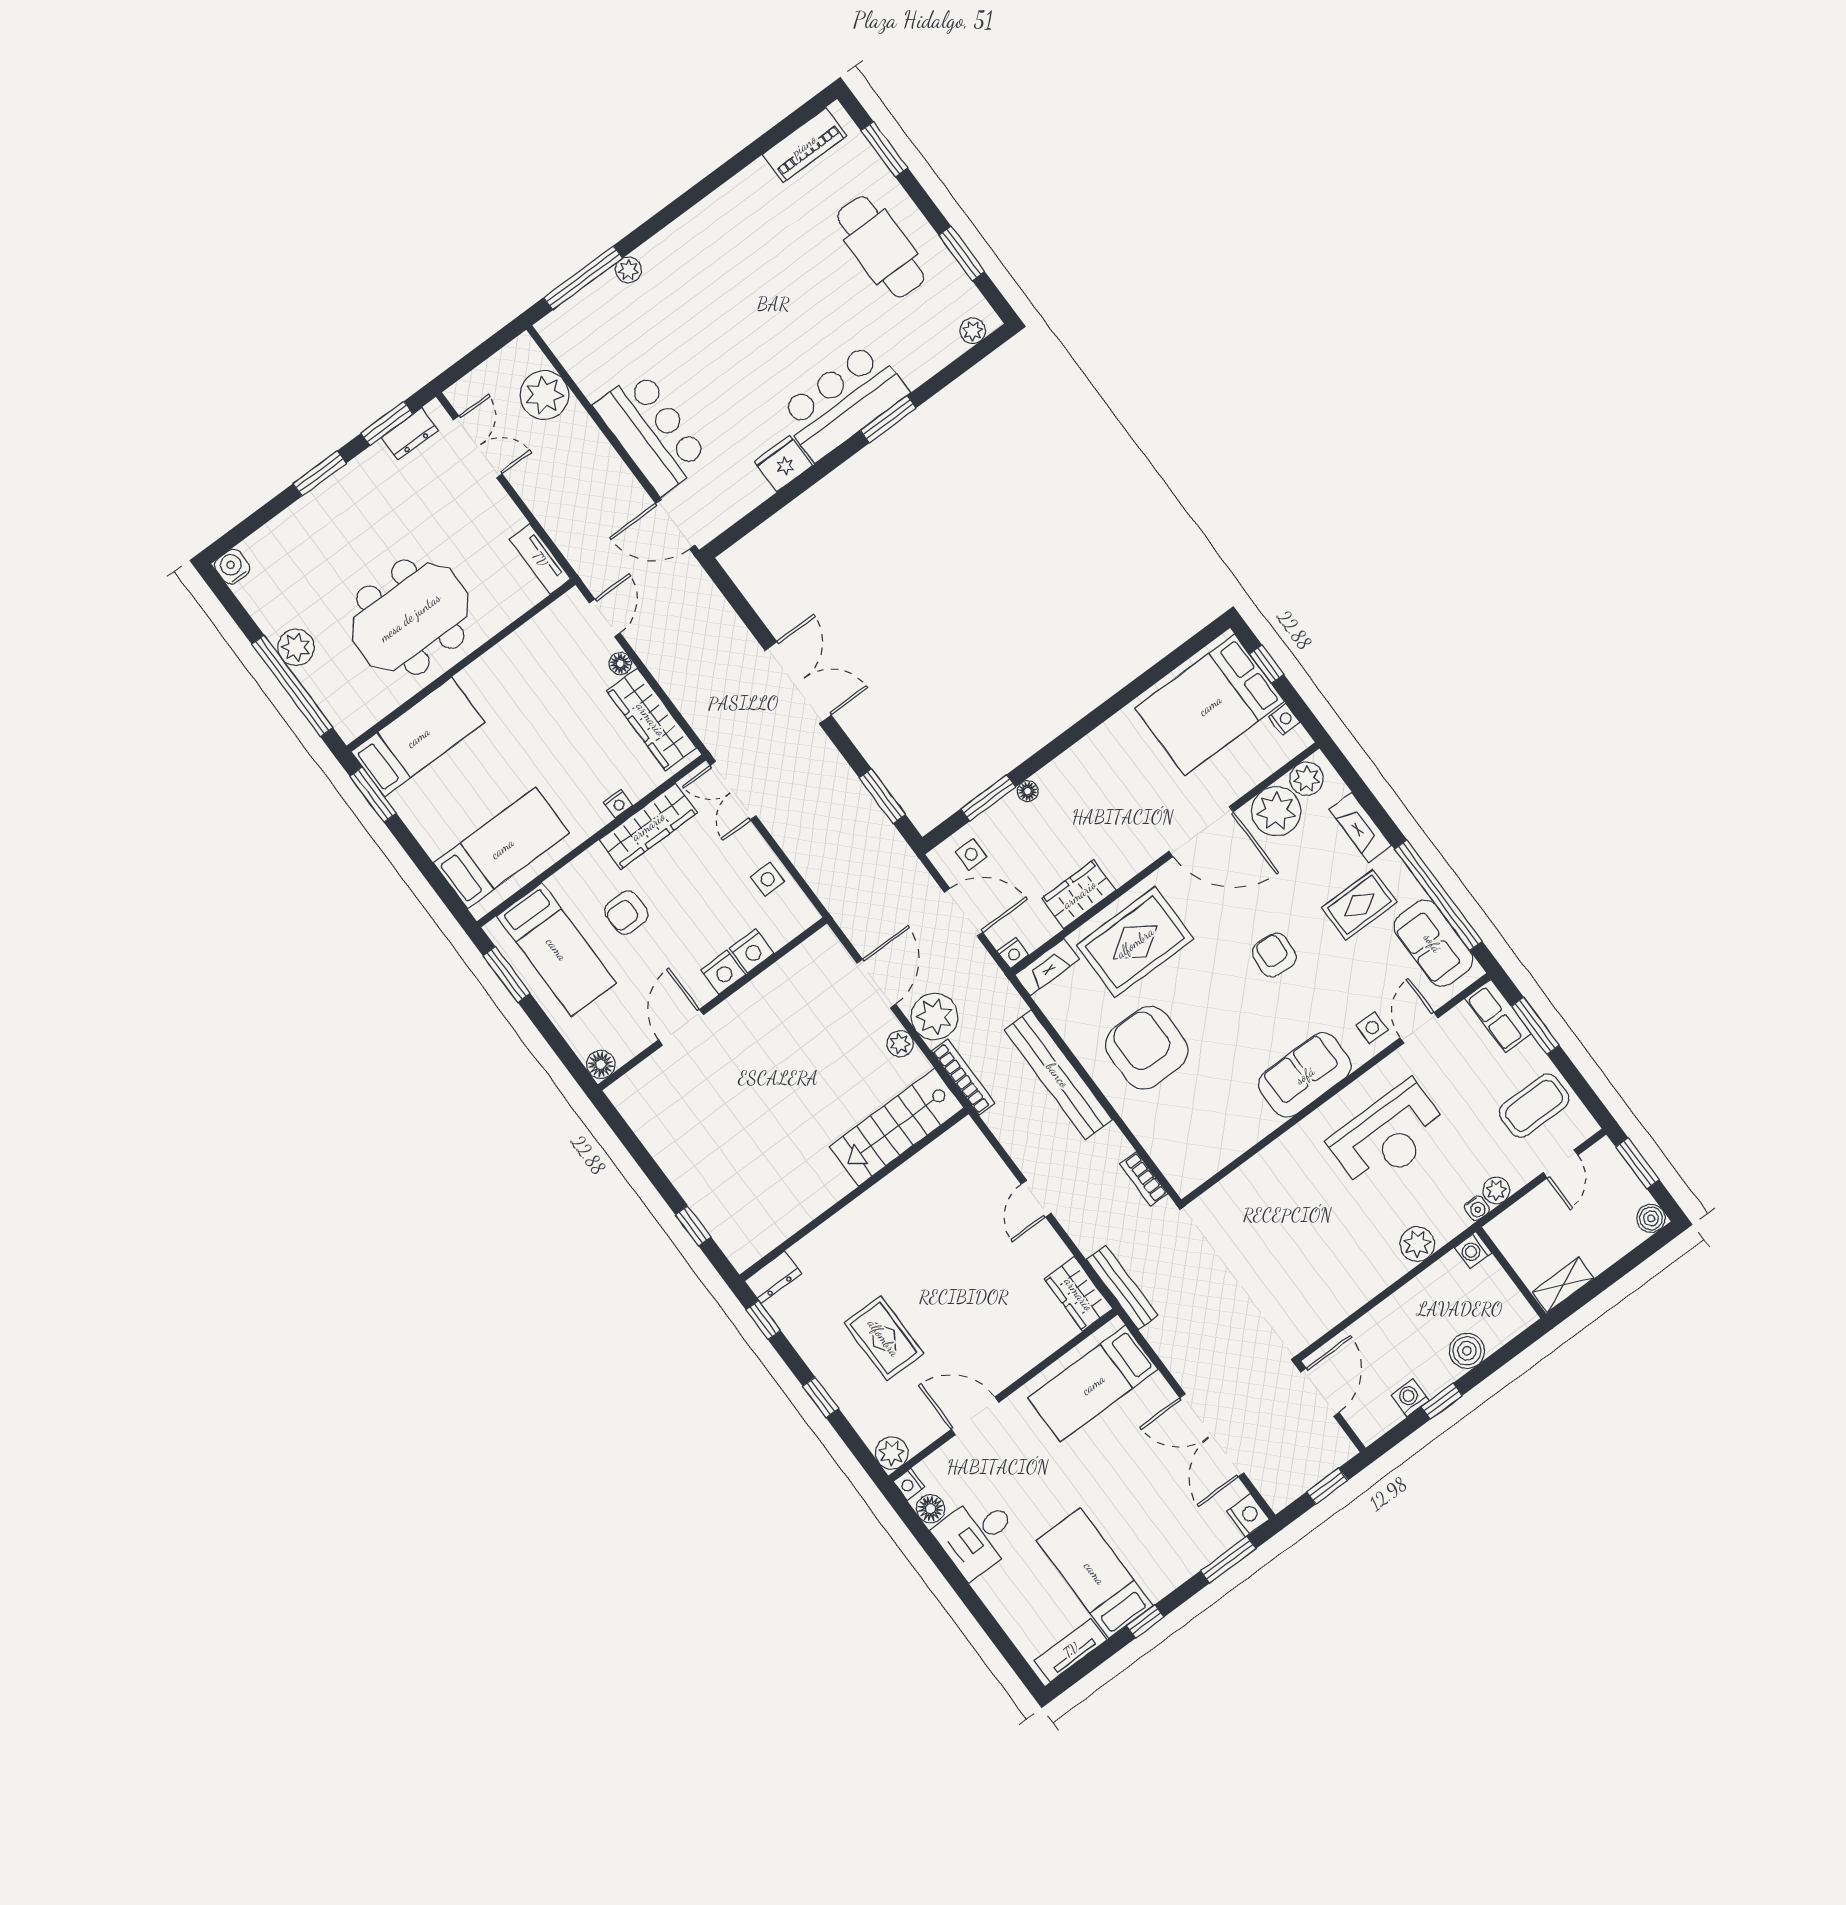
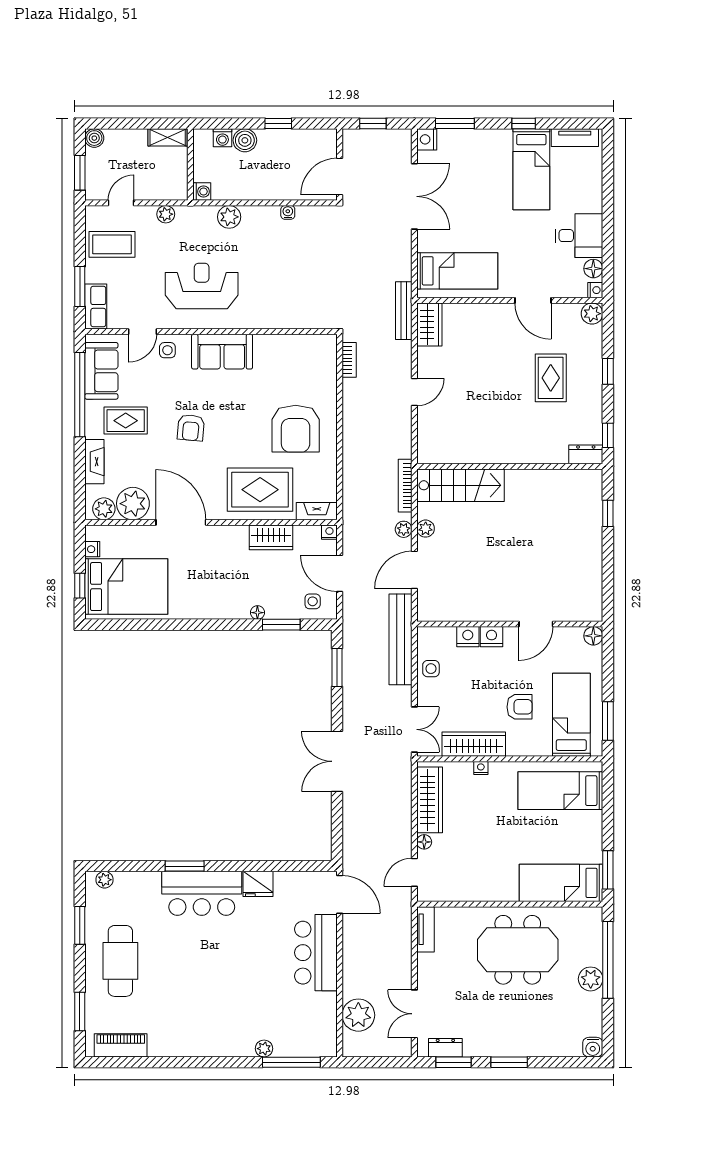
plant: (934, 1017) -> (404, 529), width x0.53, depth x0.53
bench: (1058, 1075) -> (401, 639), moved
water cooler: (1477, 1208) -> (288, 212), moved
washing machine: (1410, 1398) -> (222, 138), moved

